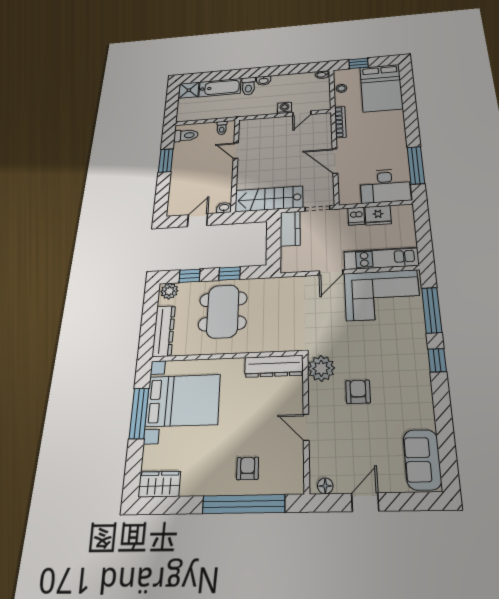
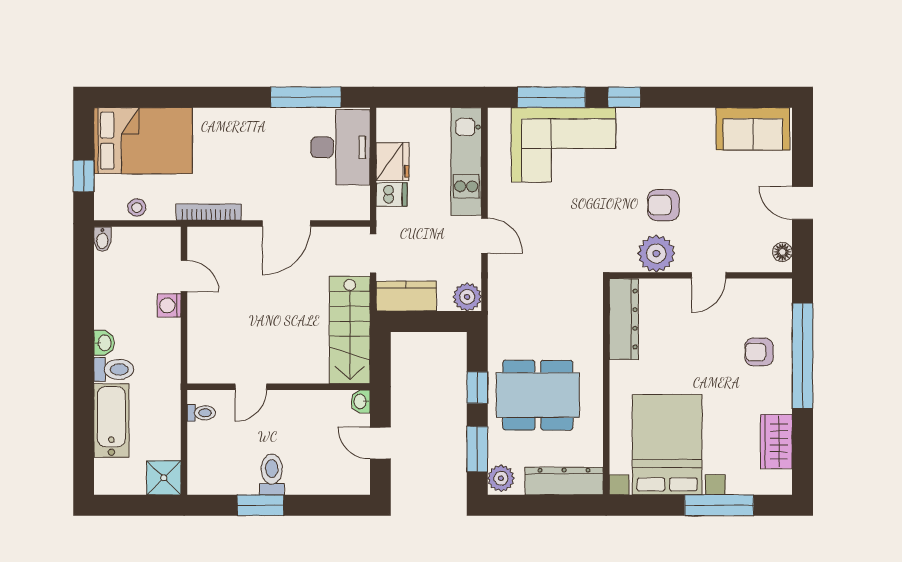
shower: (189, 90) -> (164, 478), moved
toilet: (186, 135) -> (272, 474), moved
plant: (290, 264) -> (467, 297), added
window: (190, 276) -> (477, 449), width x1.50
corner sofa: (382, 295) -> (563, 145), moved, turned 90
plant: (321, 368) -> (656, 254), moved
window: (139, 413) -> (719, 505), moved
wardrobe: (159, 484) -> (776, 442), moved

